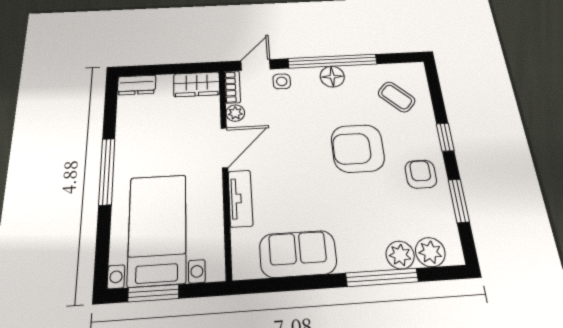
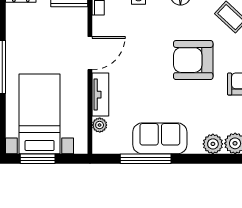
plant: (235, 113) -> (100, 125), moved
sofa: (298, 254) -> (160, 138), moved
window: (382, 277) -> (146, 159), moved

